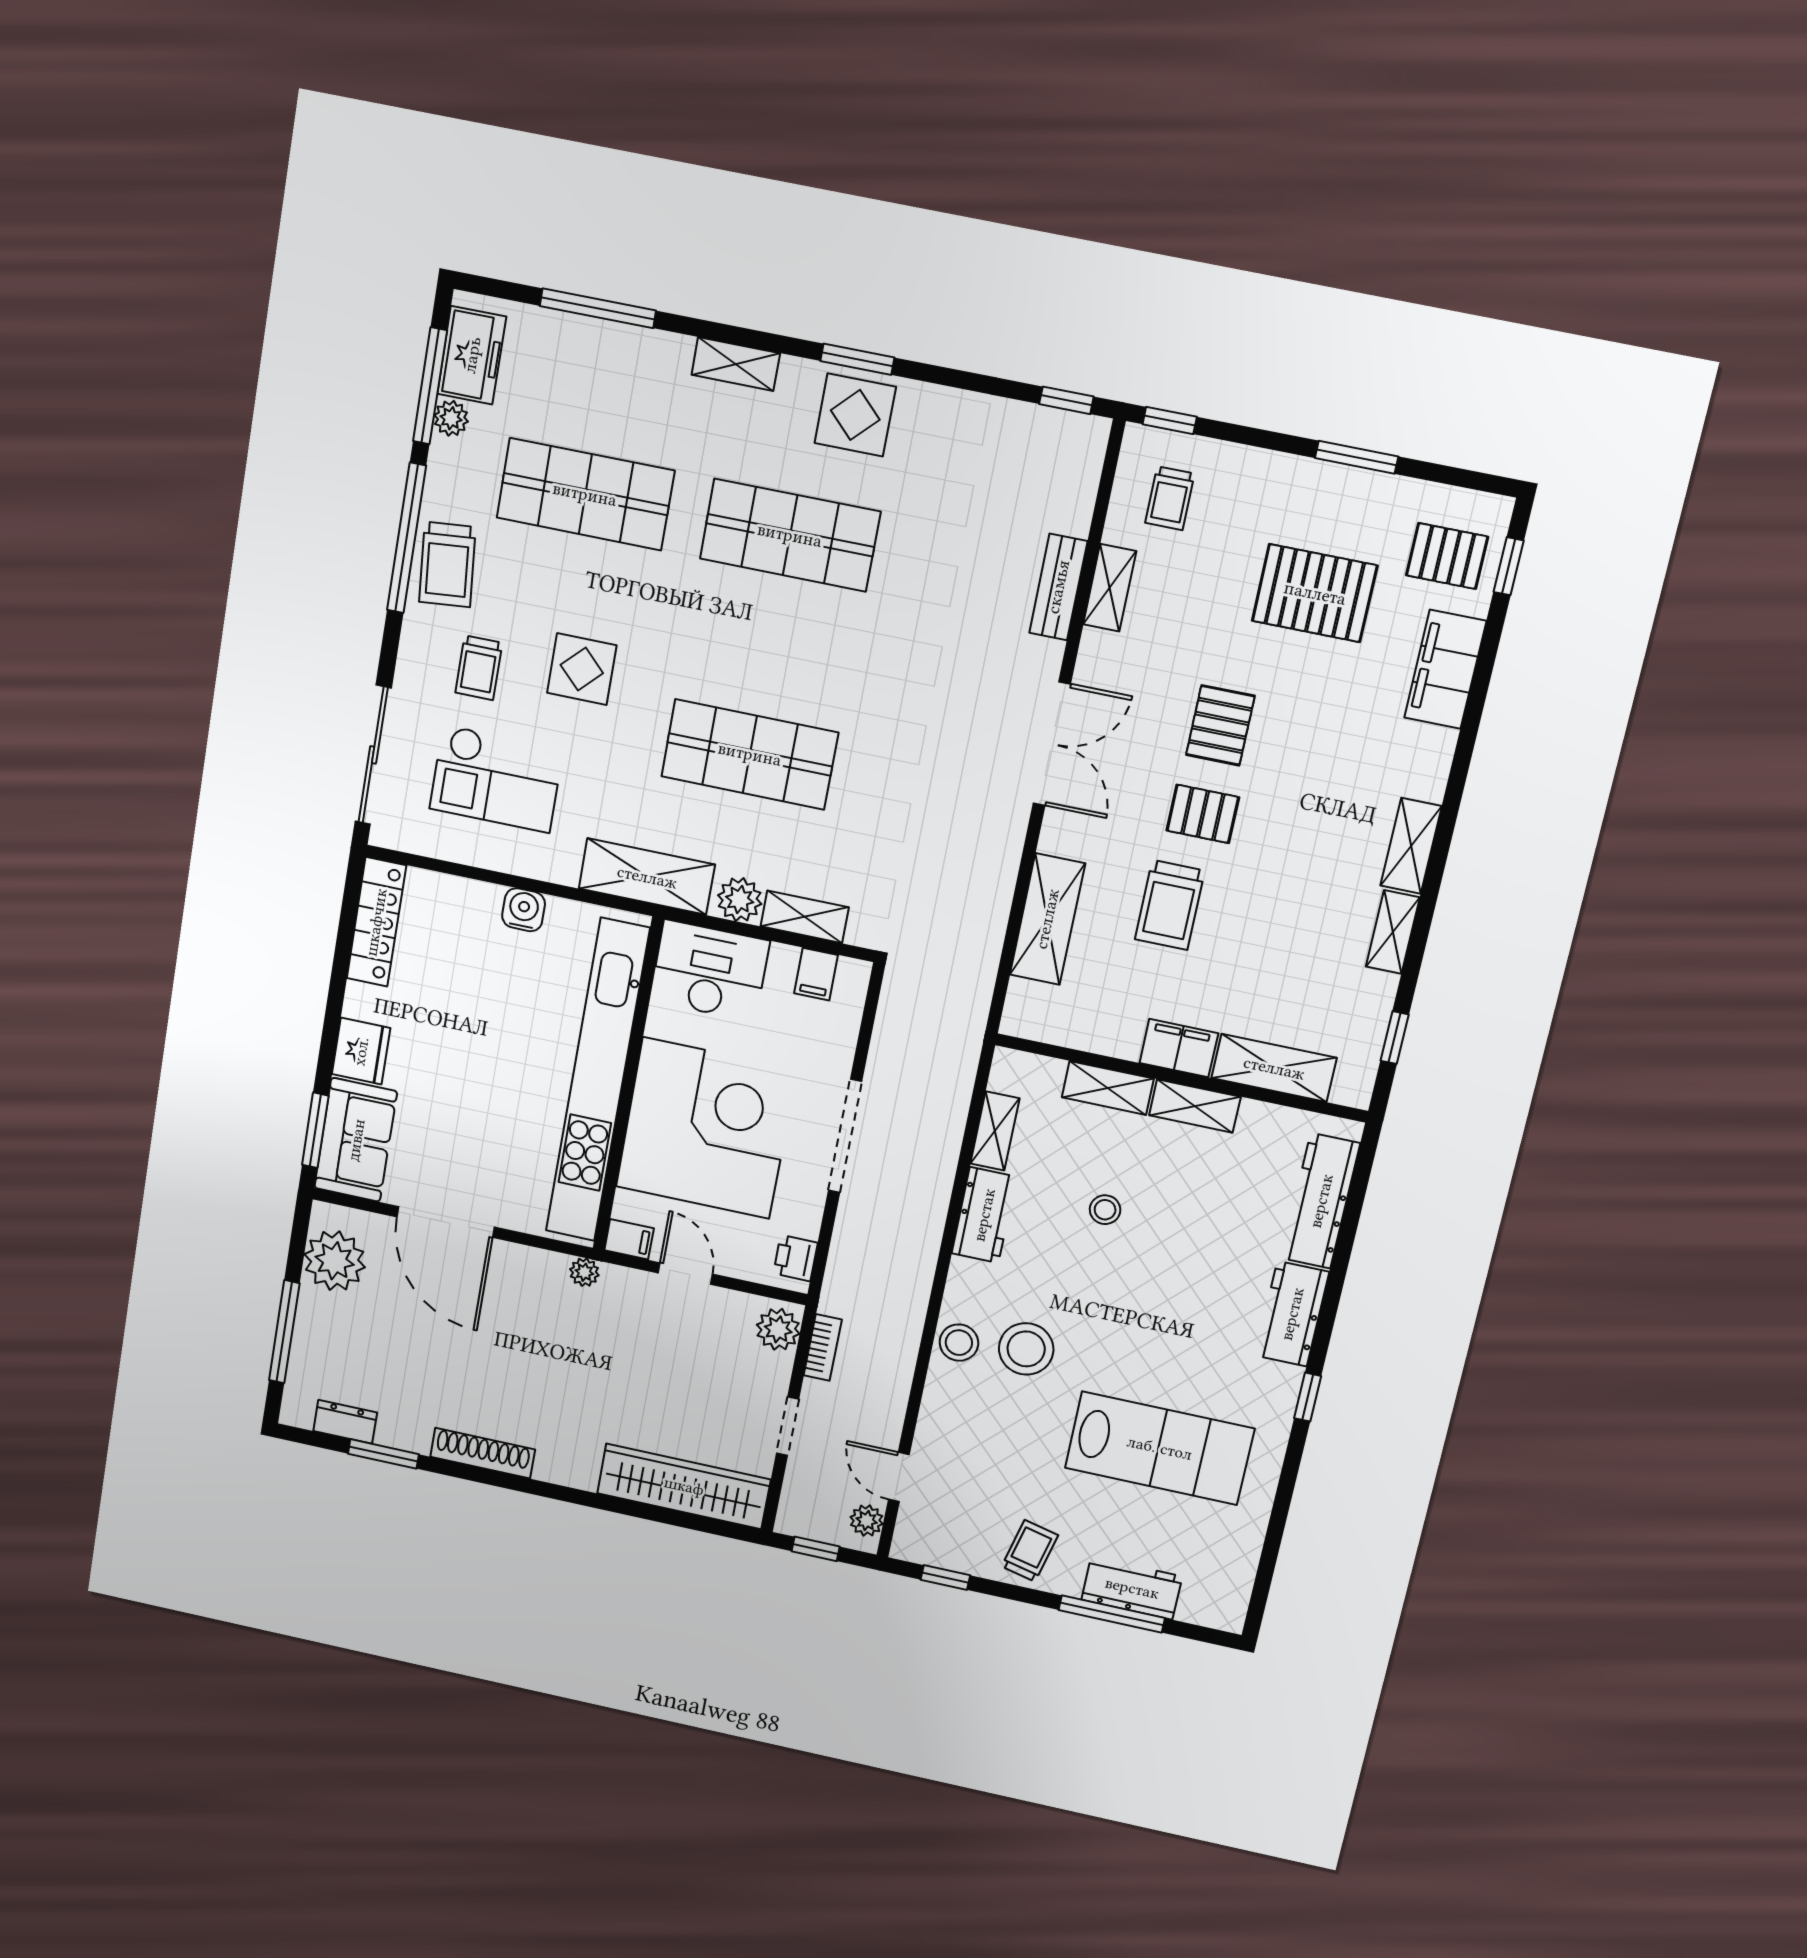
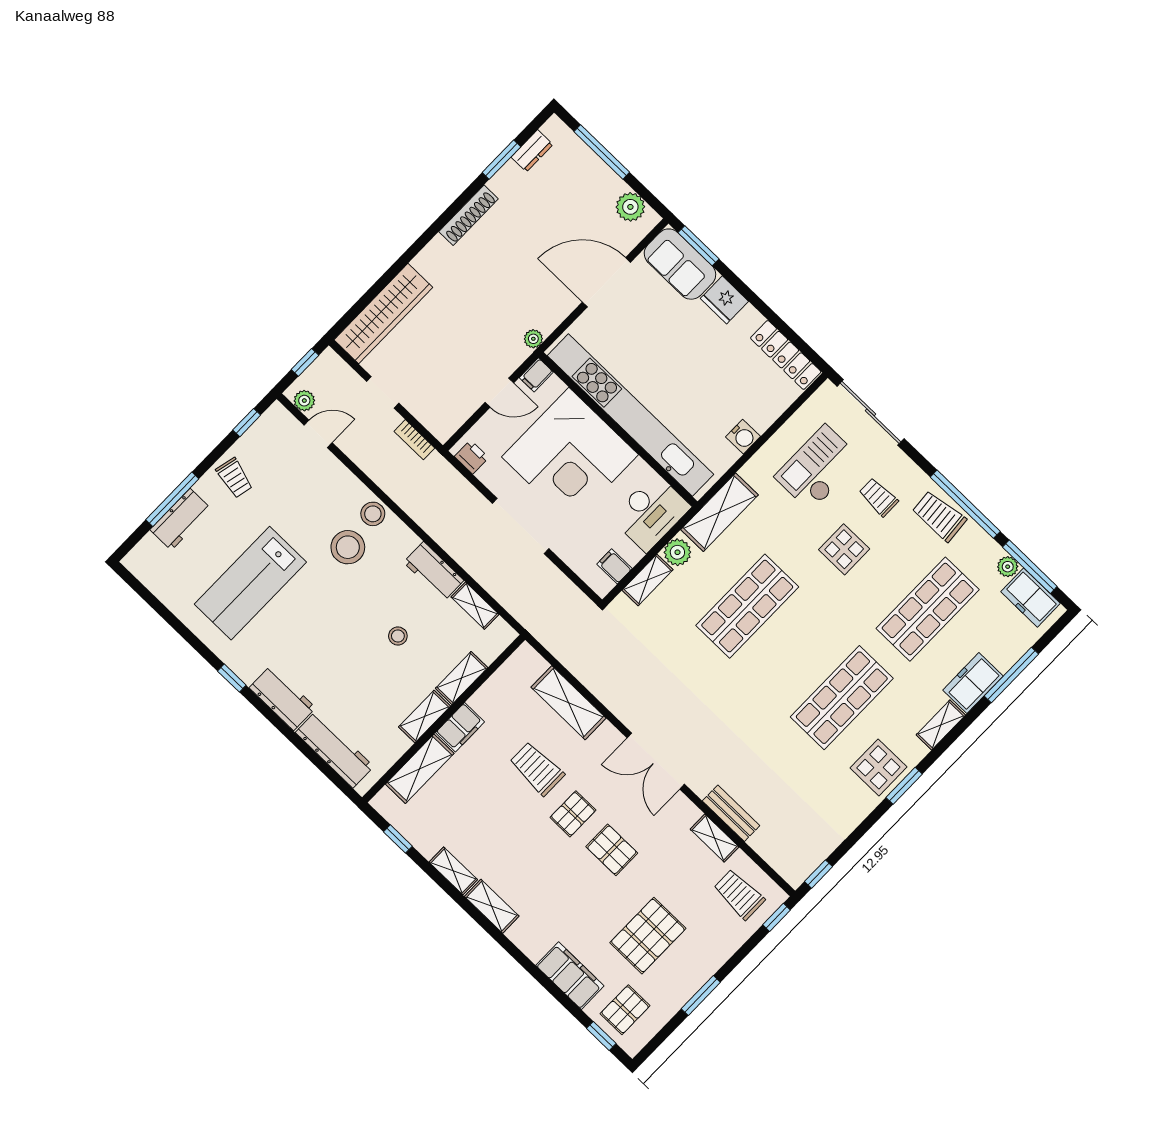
freezer: (646, 357) -> (973, 683), added
trolley: (1170, 498) -> (739, 894), width x1.36, depth x1.39
plant: (335, 1261) -> (630, 207), width x0.73, depth x0.73
plant: (778, 1329) -> (439, 422), removed

